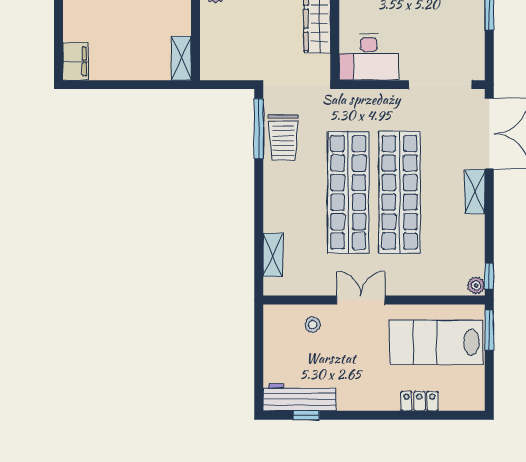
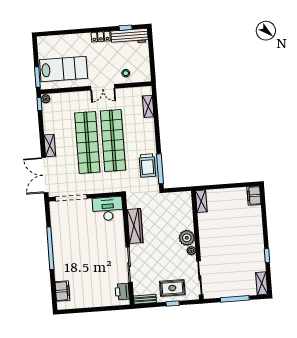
trolley: (283, 137) -> (147, 165), turned 180
locker: (419, 401) -> (101, 37), moved

